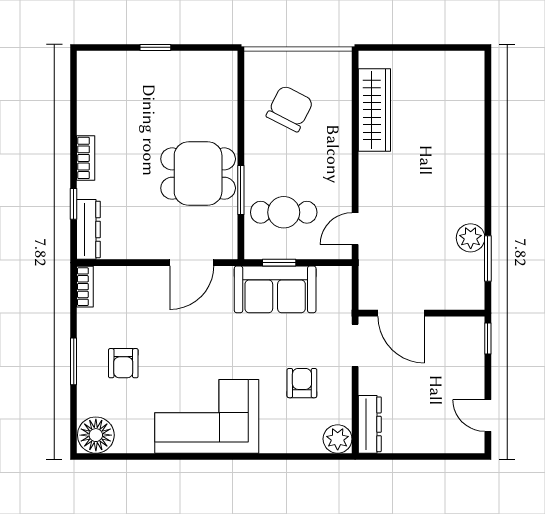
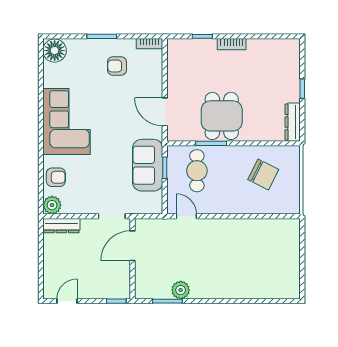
wardrobe: (374, 110) -> (262, 229), removed
dresser: (88, 229) -> (293, 122), moved, turned 90
armchair: (123, 363) -> (117, 66), moved
armchair: (302, 383) -> (56, 177), moved

